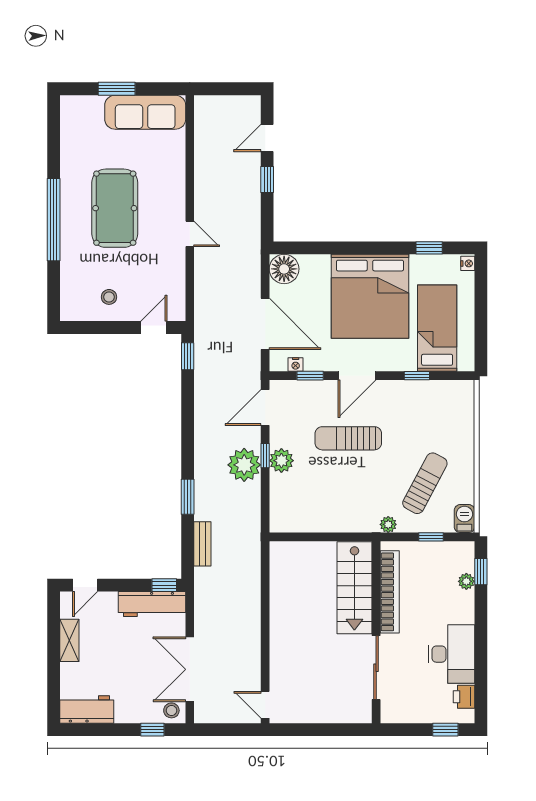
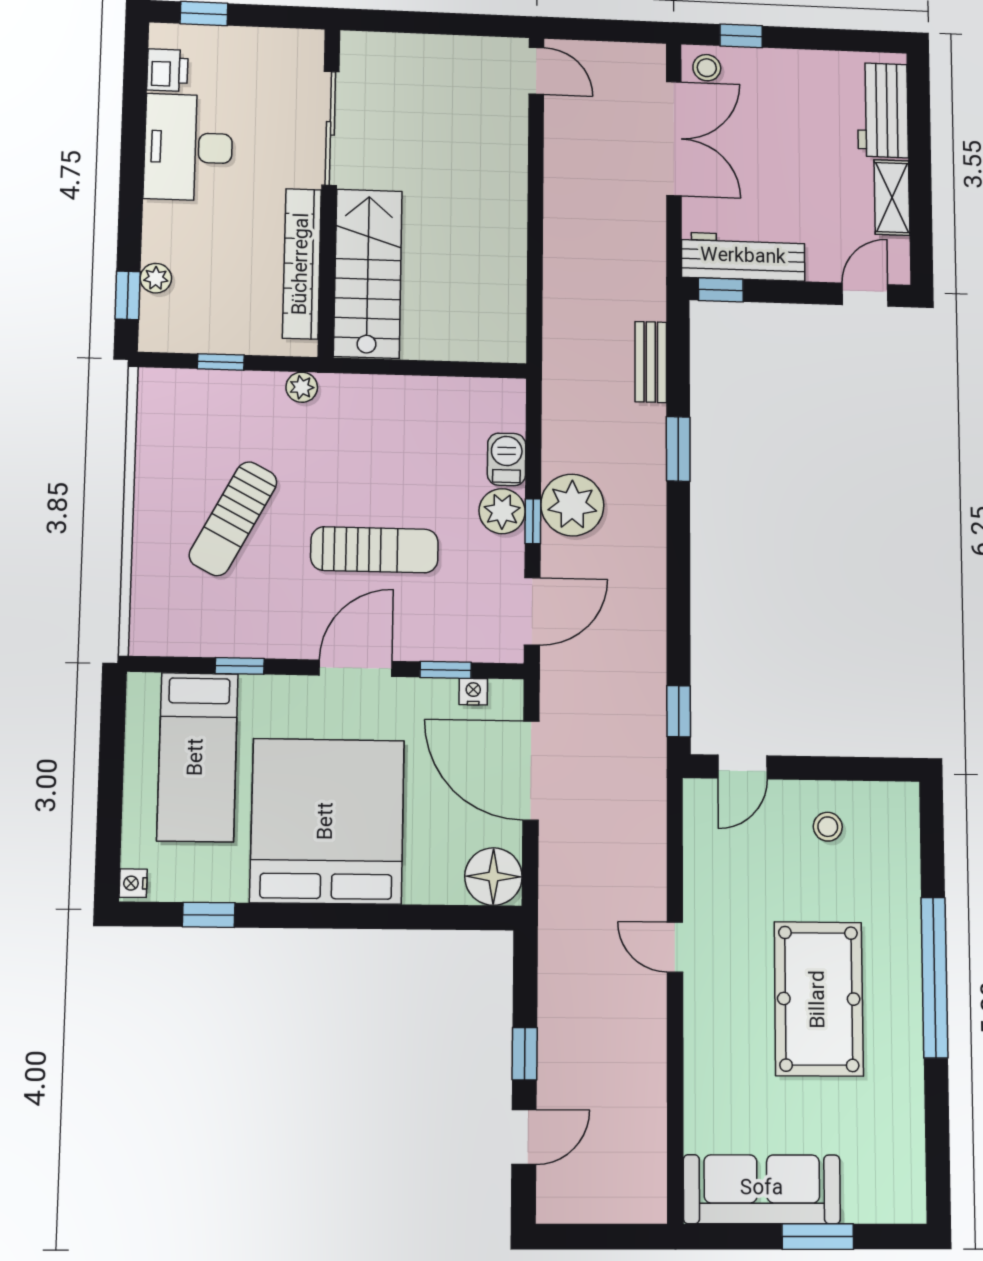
sun lounger: (425, 483) -> (233, 519), moved
barbecue: (464, 519) -> (507, 459), moved, turned 180
workbench: (87, 709) -> (883, 110), moved, turned 90

